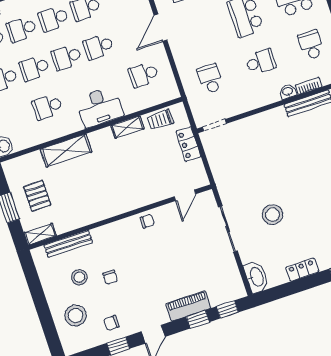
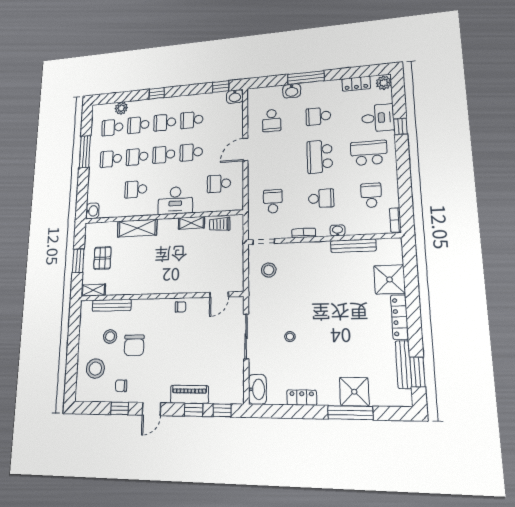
bookcase: (309, 86) -> (304, 233), moved
locker: (188, 144) -> (236, 251), removed
stool: (229, 154) -> (269, 270), added
stool: (272, 215) -> (290, 337), width x0.53, depth x0.53
chair: (110, 277) -> (134, 345), width x1.87, depth x1.87

